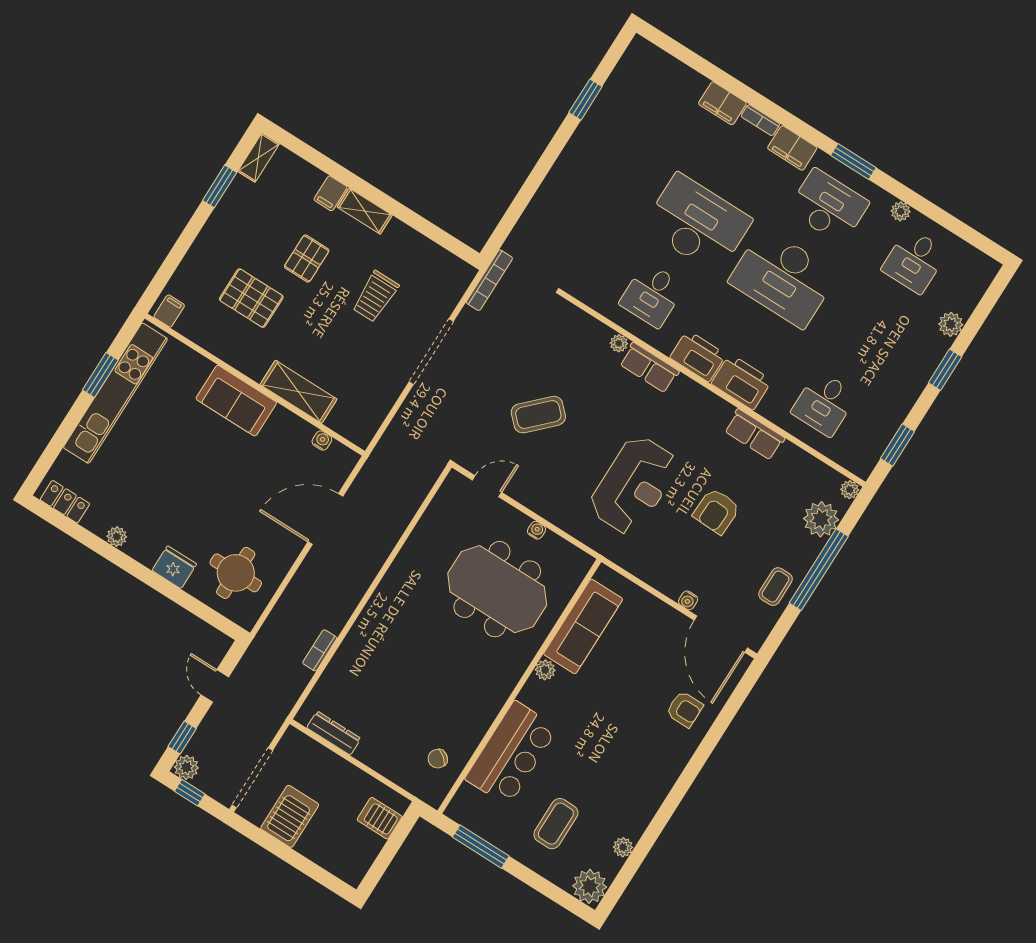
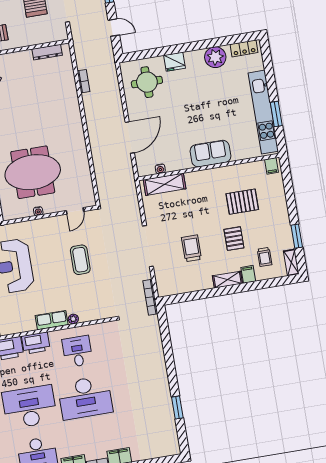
trolley: (288, 197) -> (264, 257), added
shelving: (299, 392) -> (165, 184), moved
coffee table: (538, 415) -> (80, 260), turned -45
plant: (117, 537) -> (215, 57), width x1.87, depth x1.87

